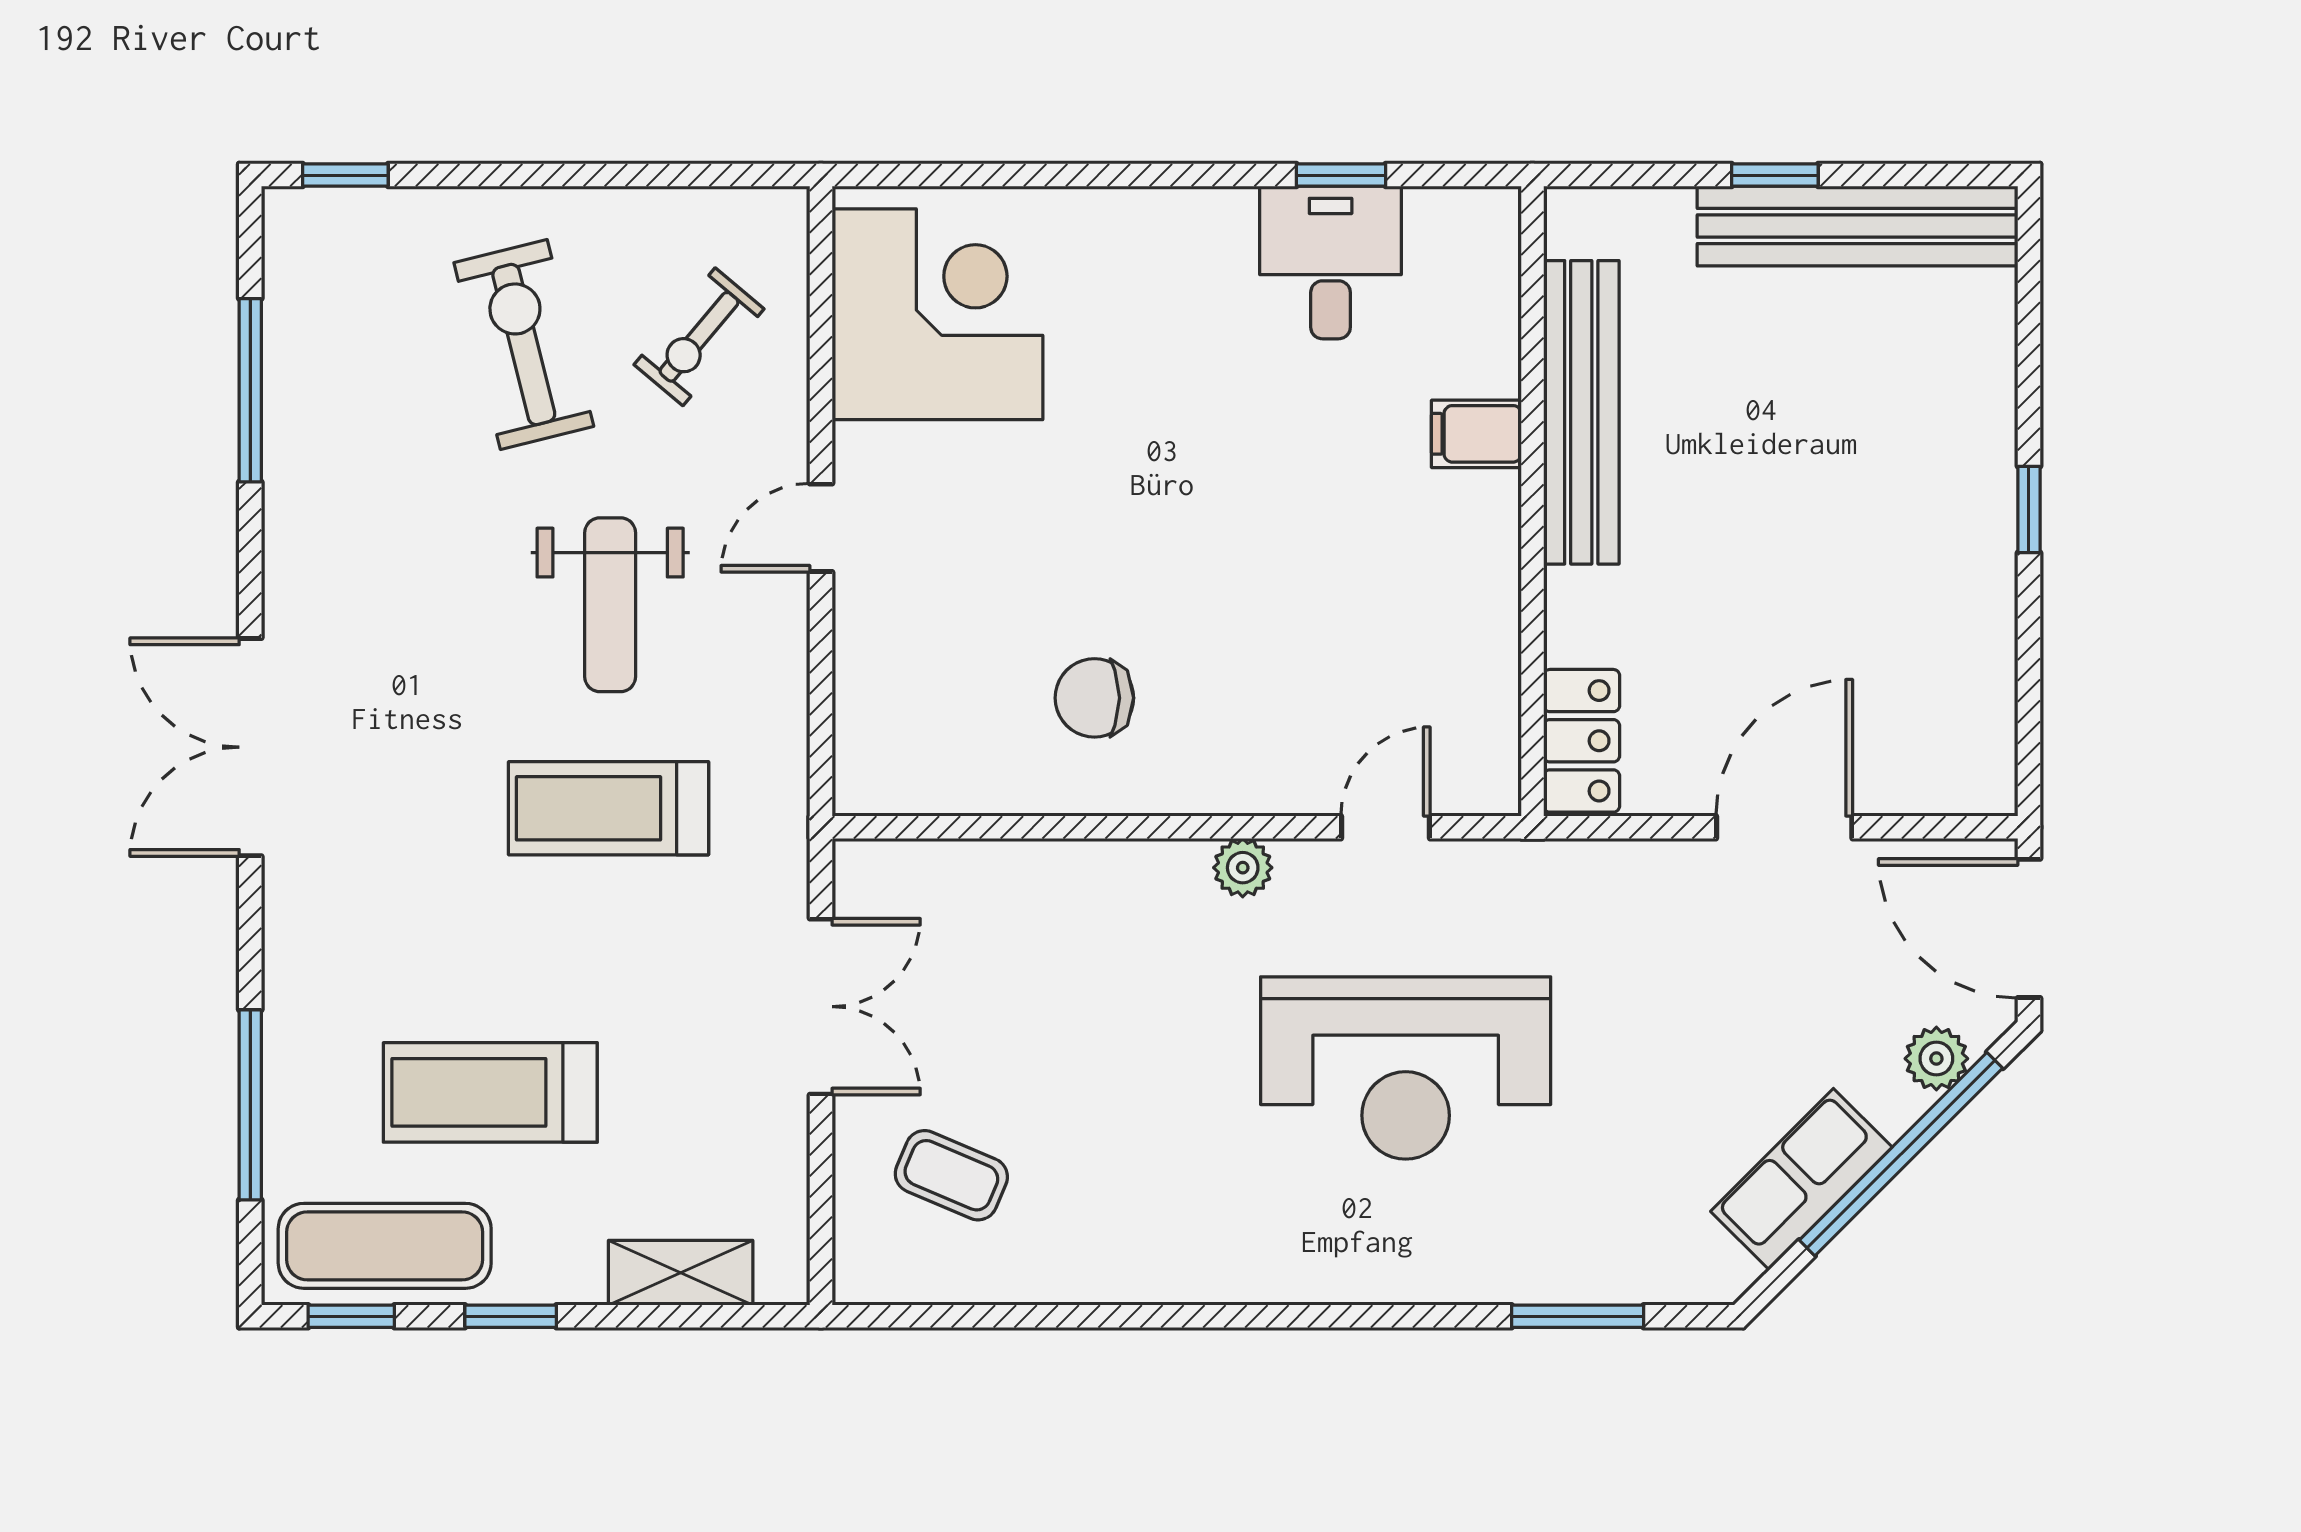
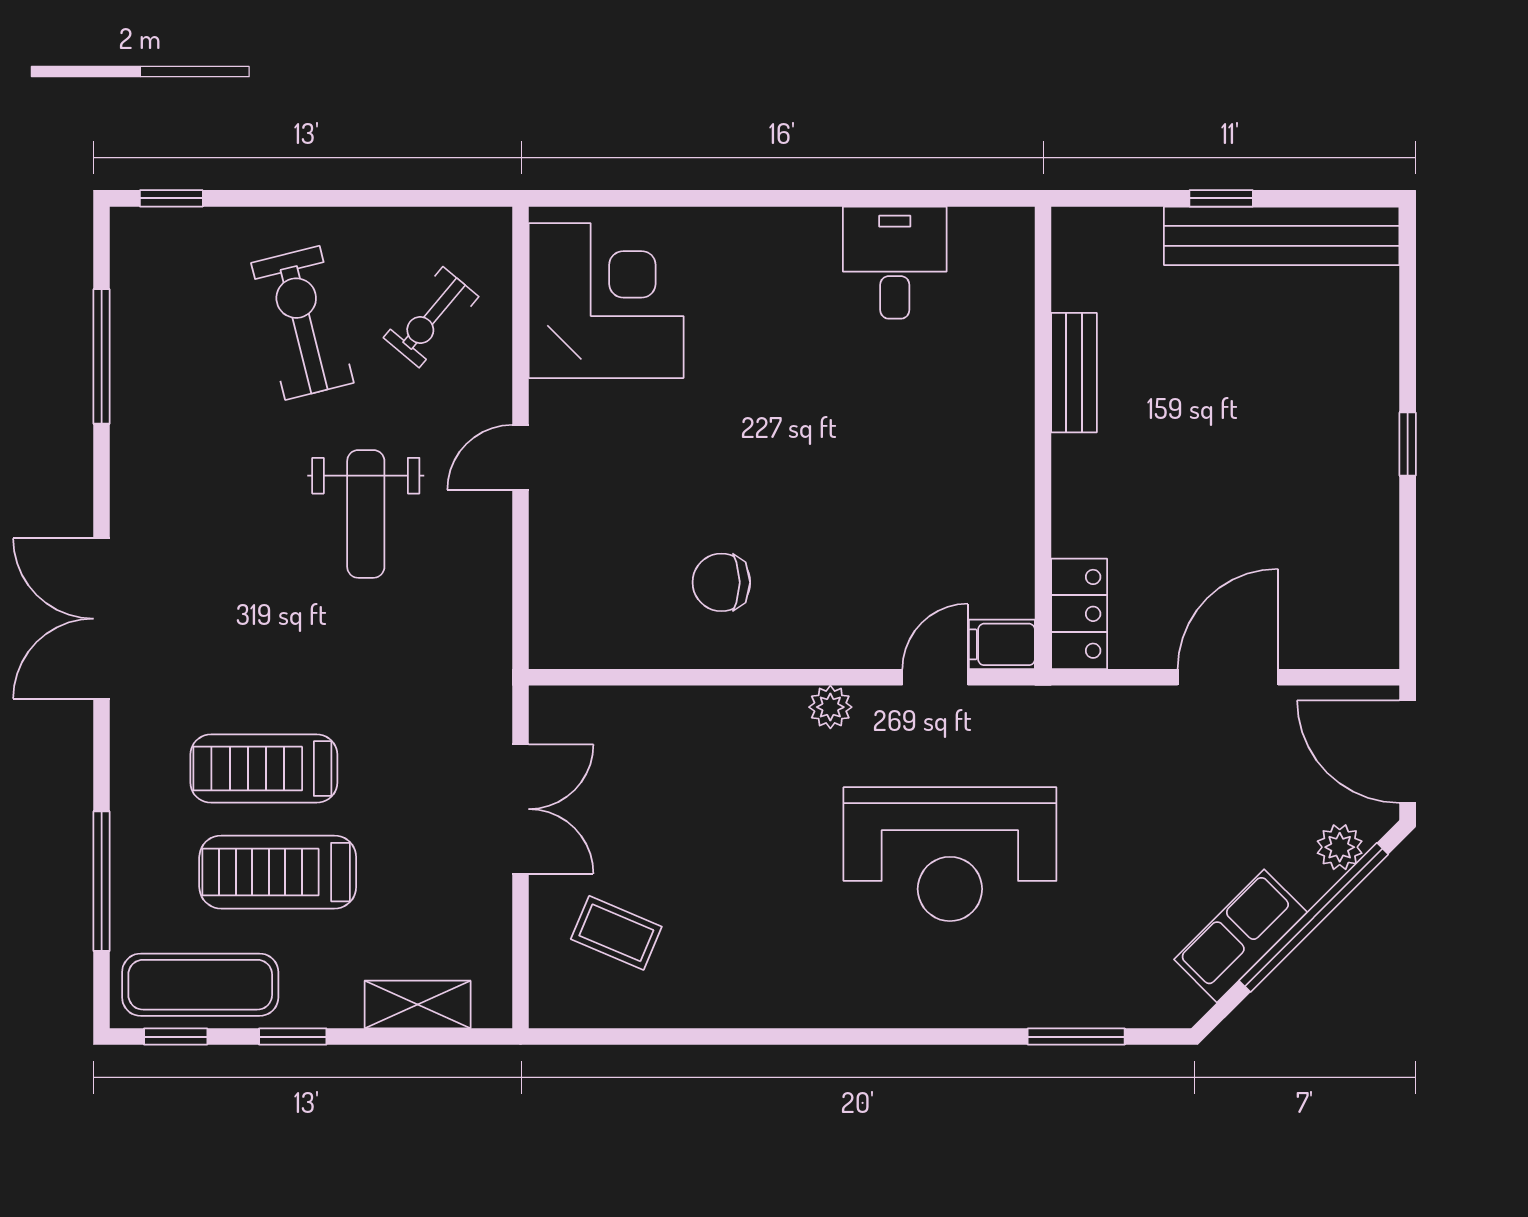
window: (1341, 175) -> (902, 198), removed
bench: (1581, 412) -> (1074, 373), width x0.54, depth x0.82
filing cabinet: (1476, 434) -> (1002, 644), moved
treadmill: (608, 808) -> (264, 769), moved

